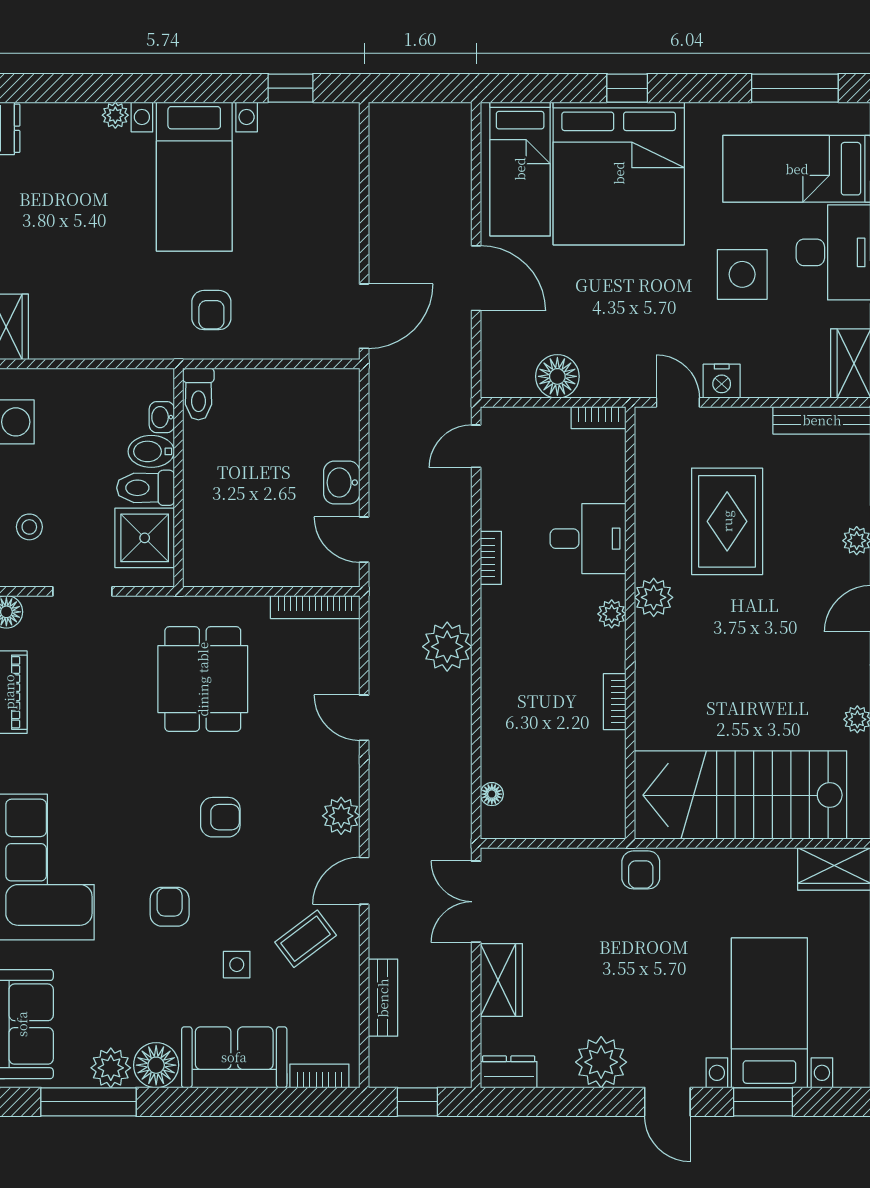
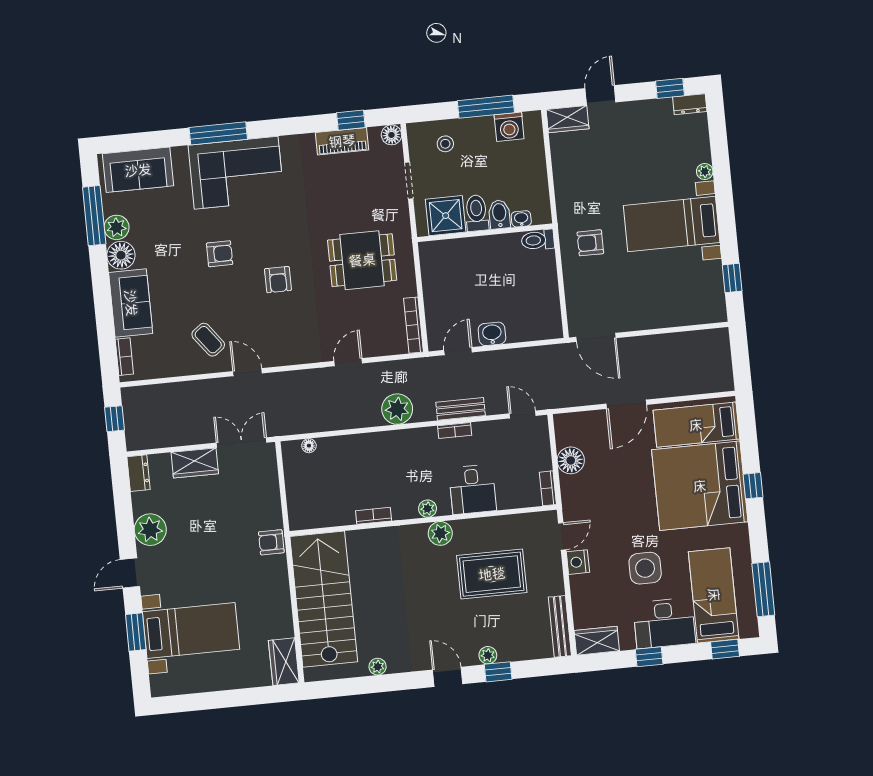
plant: (341, 816) -> (286, 354), removed
side table: (237, 965) -> (188, 299), removed
bench: (383, 998) -> (461, 409), moved

